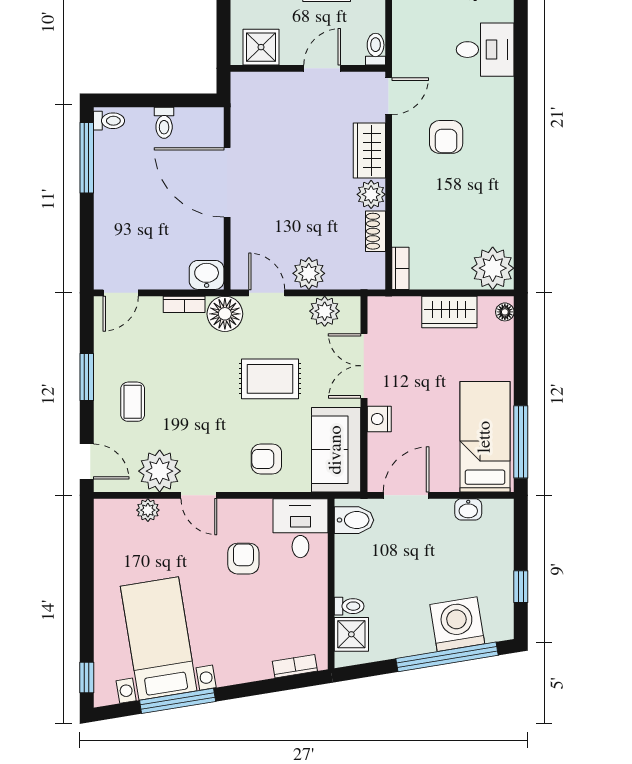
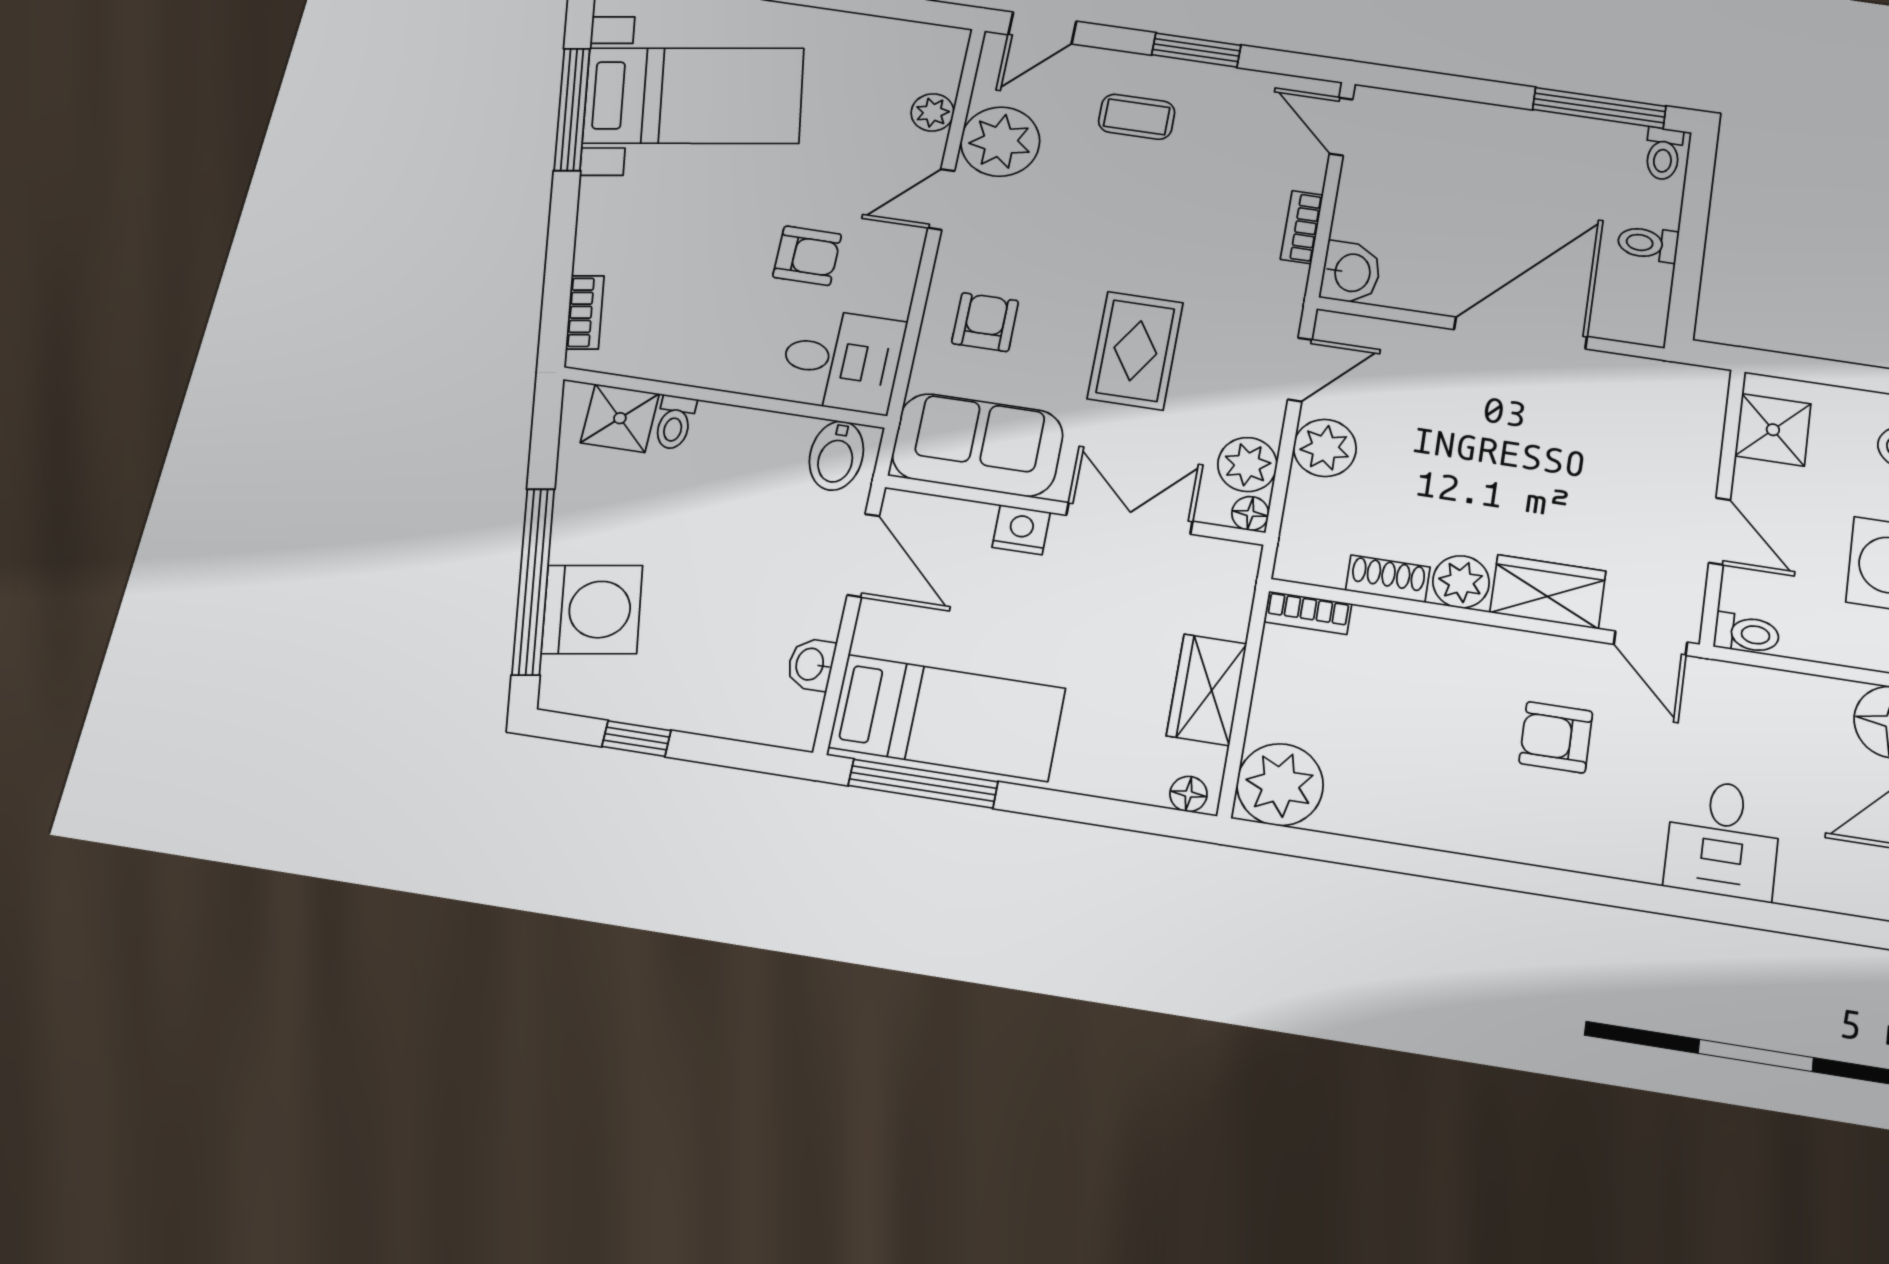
floor lamp: (225, 314) -> (1250, 513), moved, width x0.53, depth x0.53

